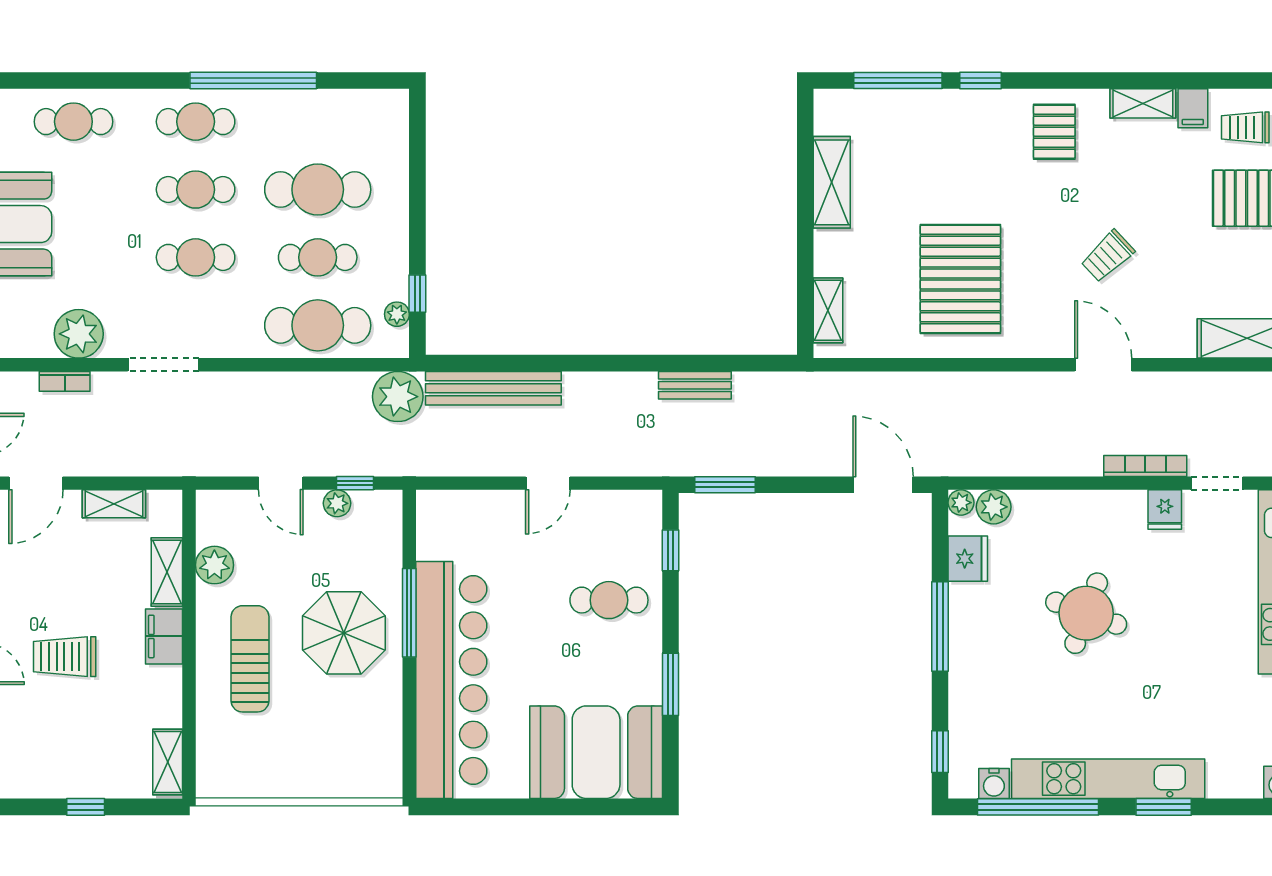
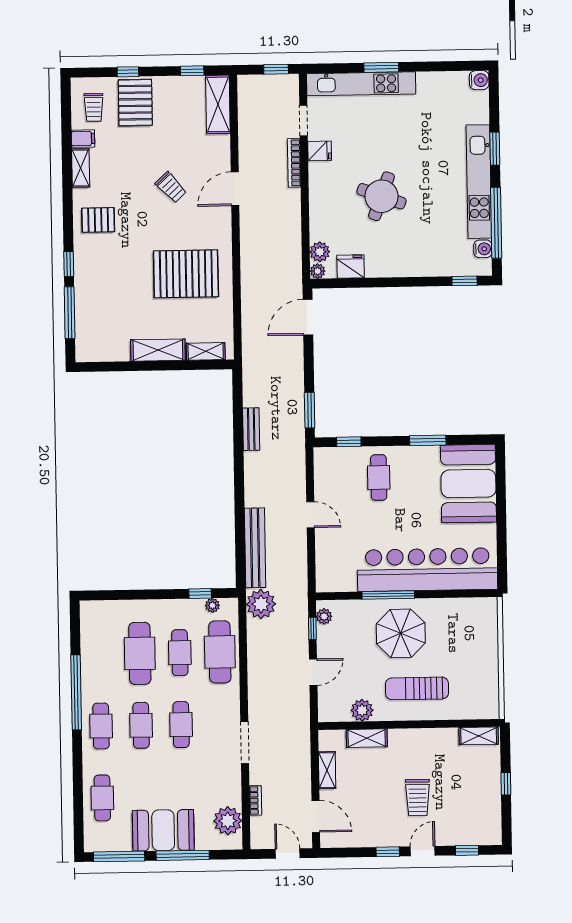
shelving: (832, 182) -> (158, 350), moved
plant: (79, 334) -> (228, 821), moved
plant: (337, 503) -> (324, 616), moved
window: (940, 627) -> (391, 282), removed
filing cabinet: (164, 636) -> (405, 739), removed

